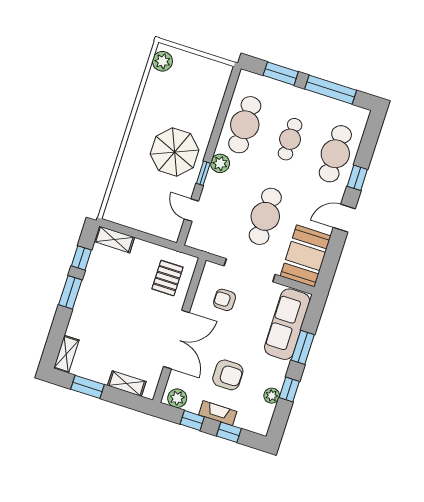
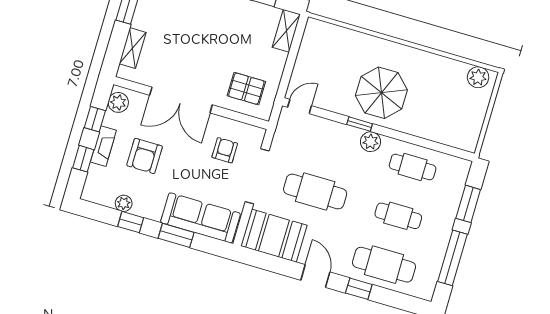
cafe table: (245, 125) -> (413, 167), width x0.73, depth x0.74
door: (191, 210) -> (300, 107), moved

